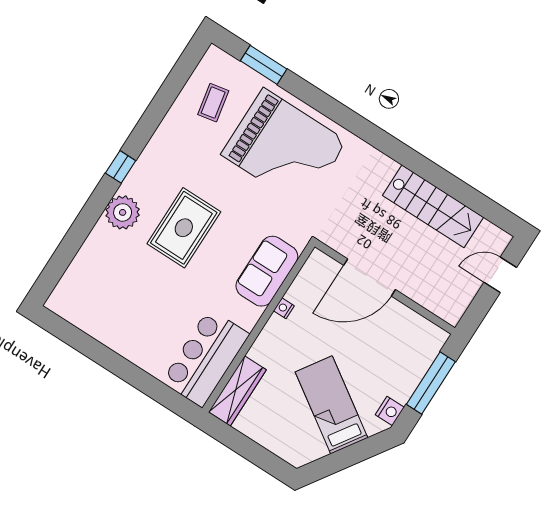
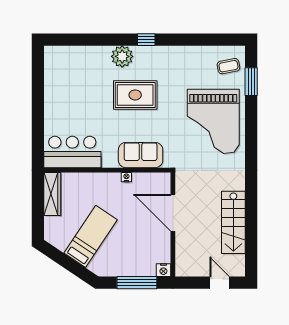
coffee table: (213, 103) -> (228, 66), moved
wardrobe: (237, 391) -> (52, 194), moved, turned -90
nightstand: (390, 411) -> (163, 270), moved

